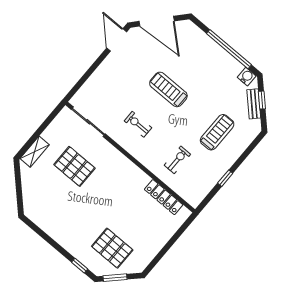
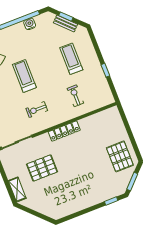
water cooler: (247, 77) -> (30, 24), moved
treadmill: (168, 89) -> (24, 76), turned 90
locker: (164, 197) -> (64, 131), moved
pallet: (112, 248) -> (120, 156), moved, turned 90

